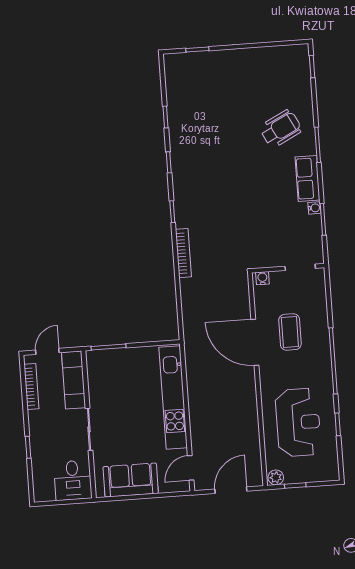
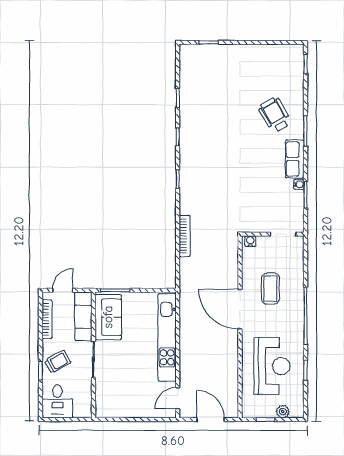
wheelchair: (281, 129) -> (275, 115), turned -93
bookcase: (183, 253) -> (185, 236), moved
door: (255, 342) -> (240, 309), moved
trolley: (47, 435) -> (58, 362), added
plant: (276, 477) -> (283, 412), moved
desk: (73, 480) -> (57, 402), moved
sofa: (131, 480) -> (108, 317), moved, turned 90
door: (231, 490) -> (211, 420), hinge flipped

